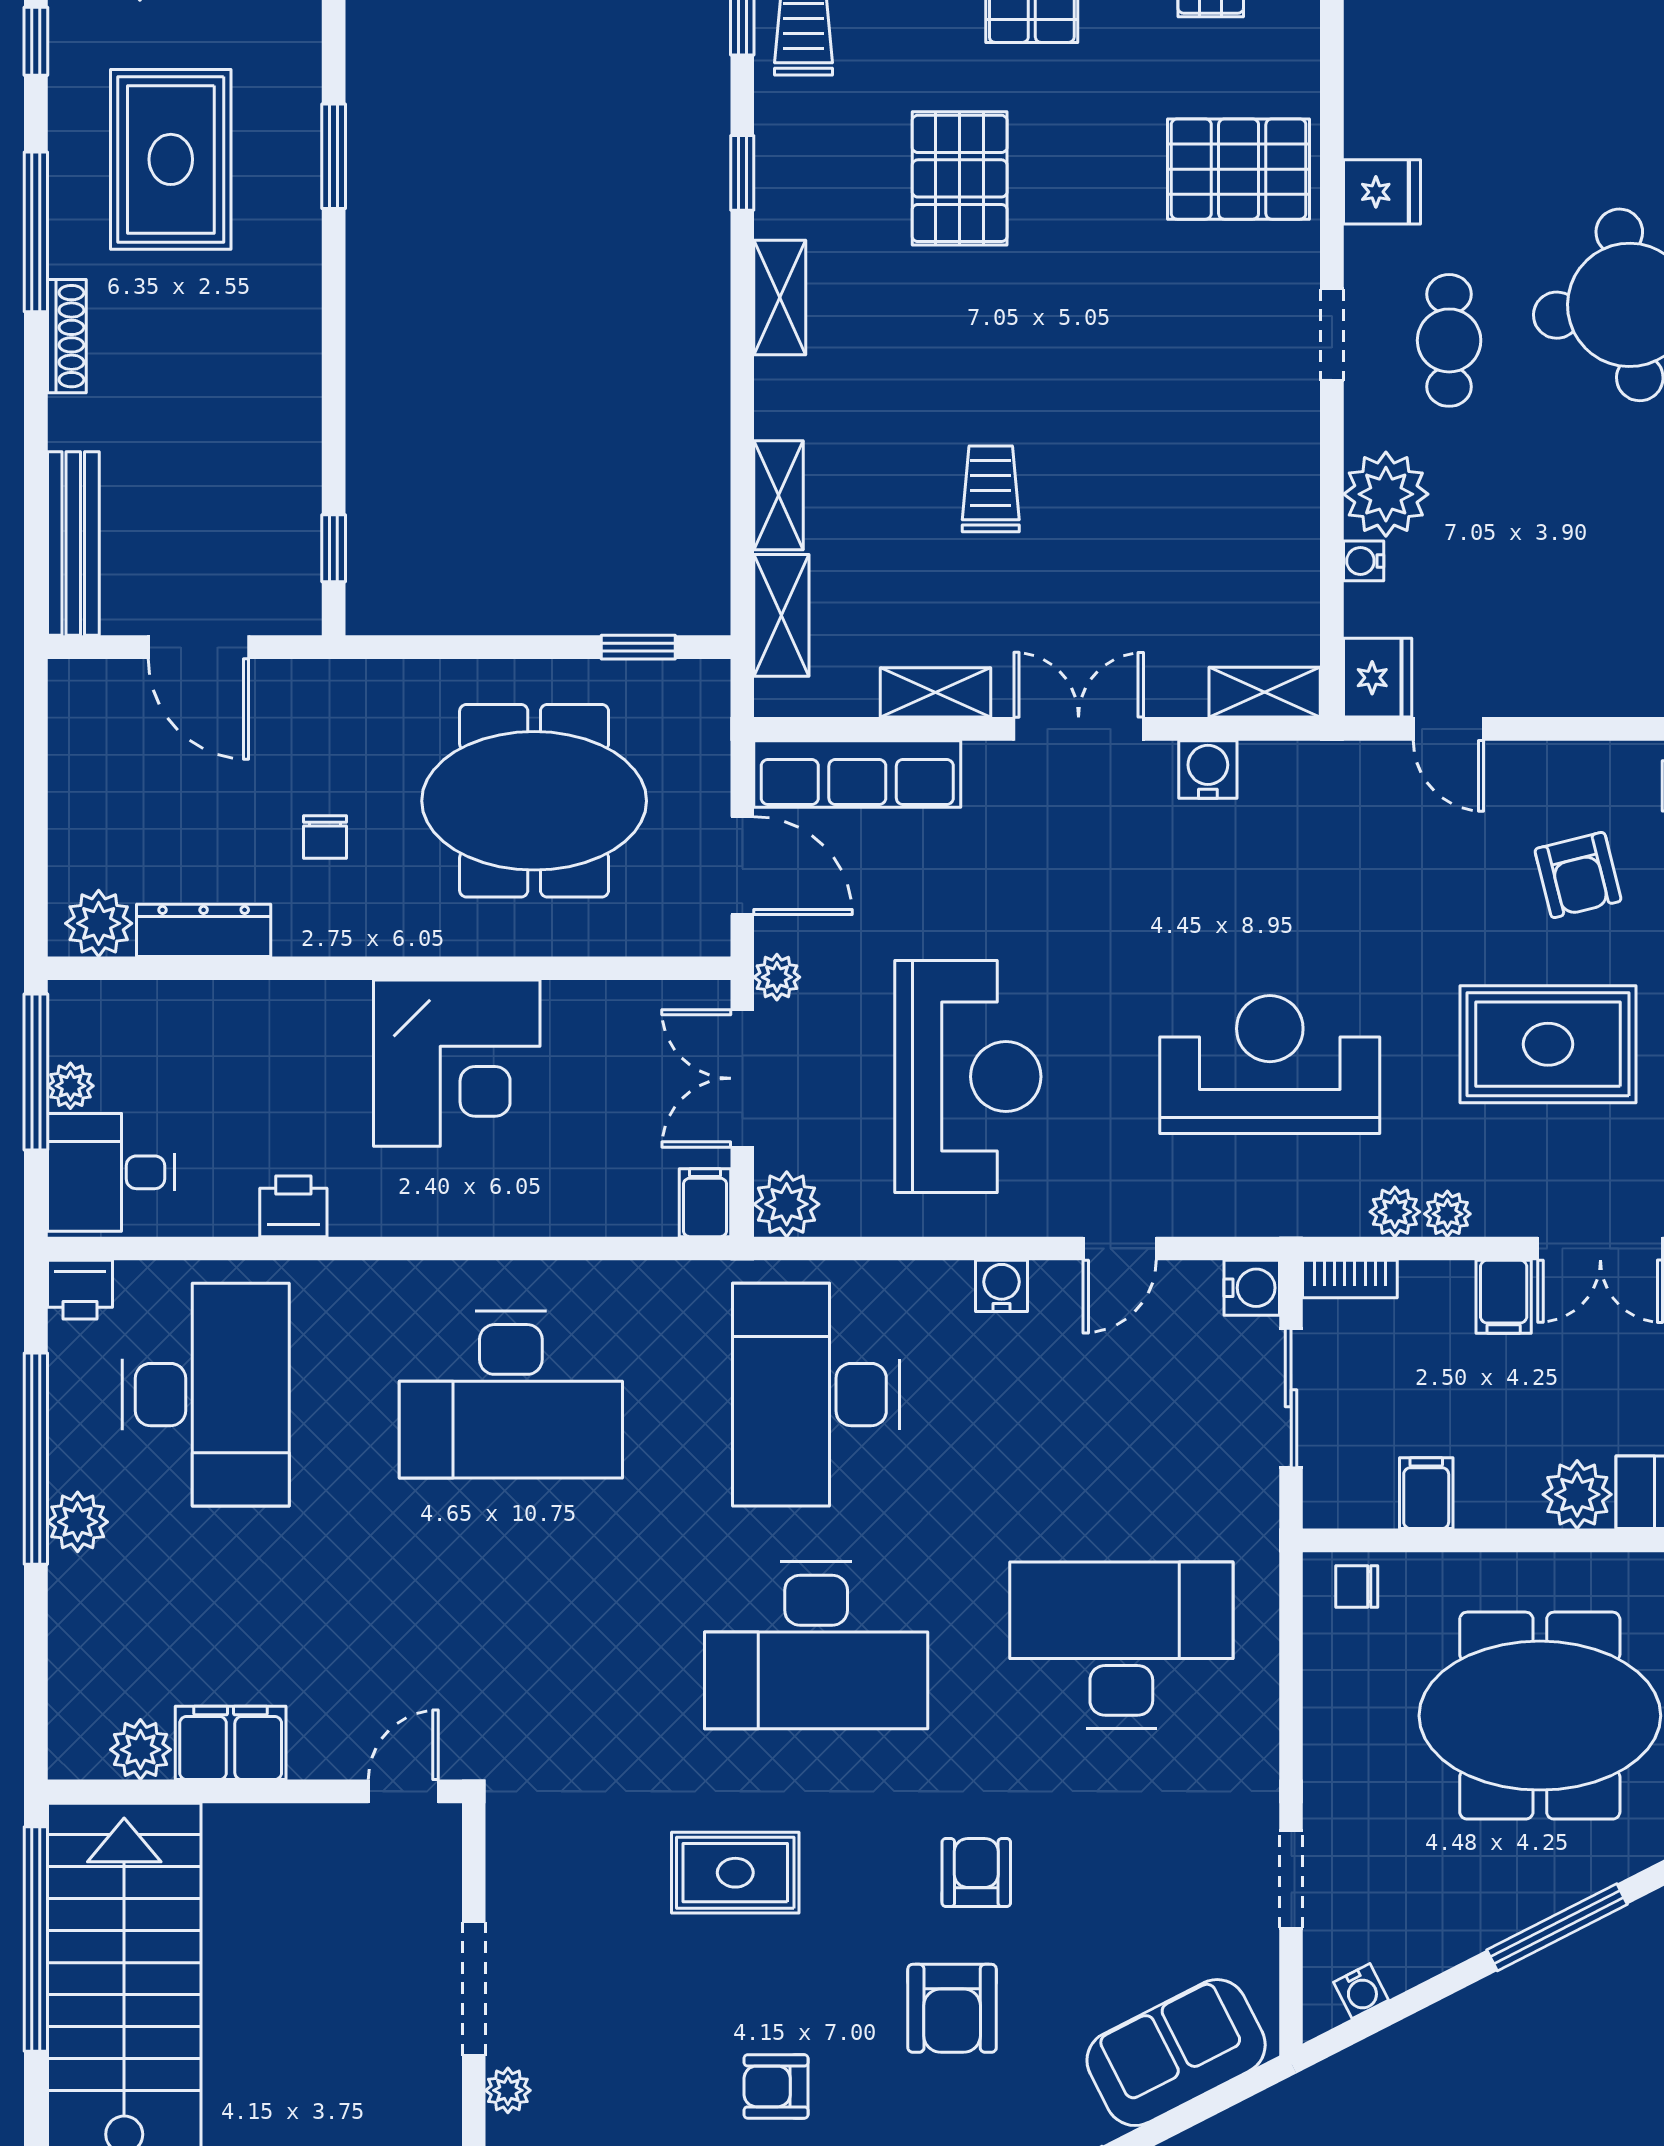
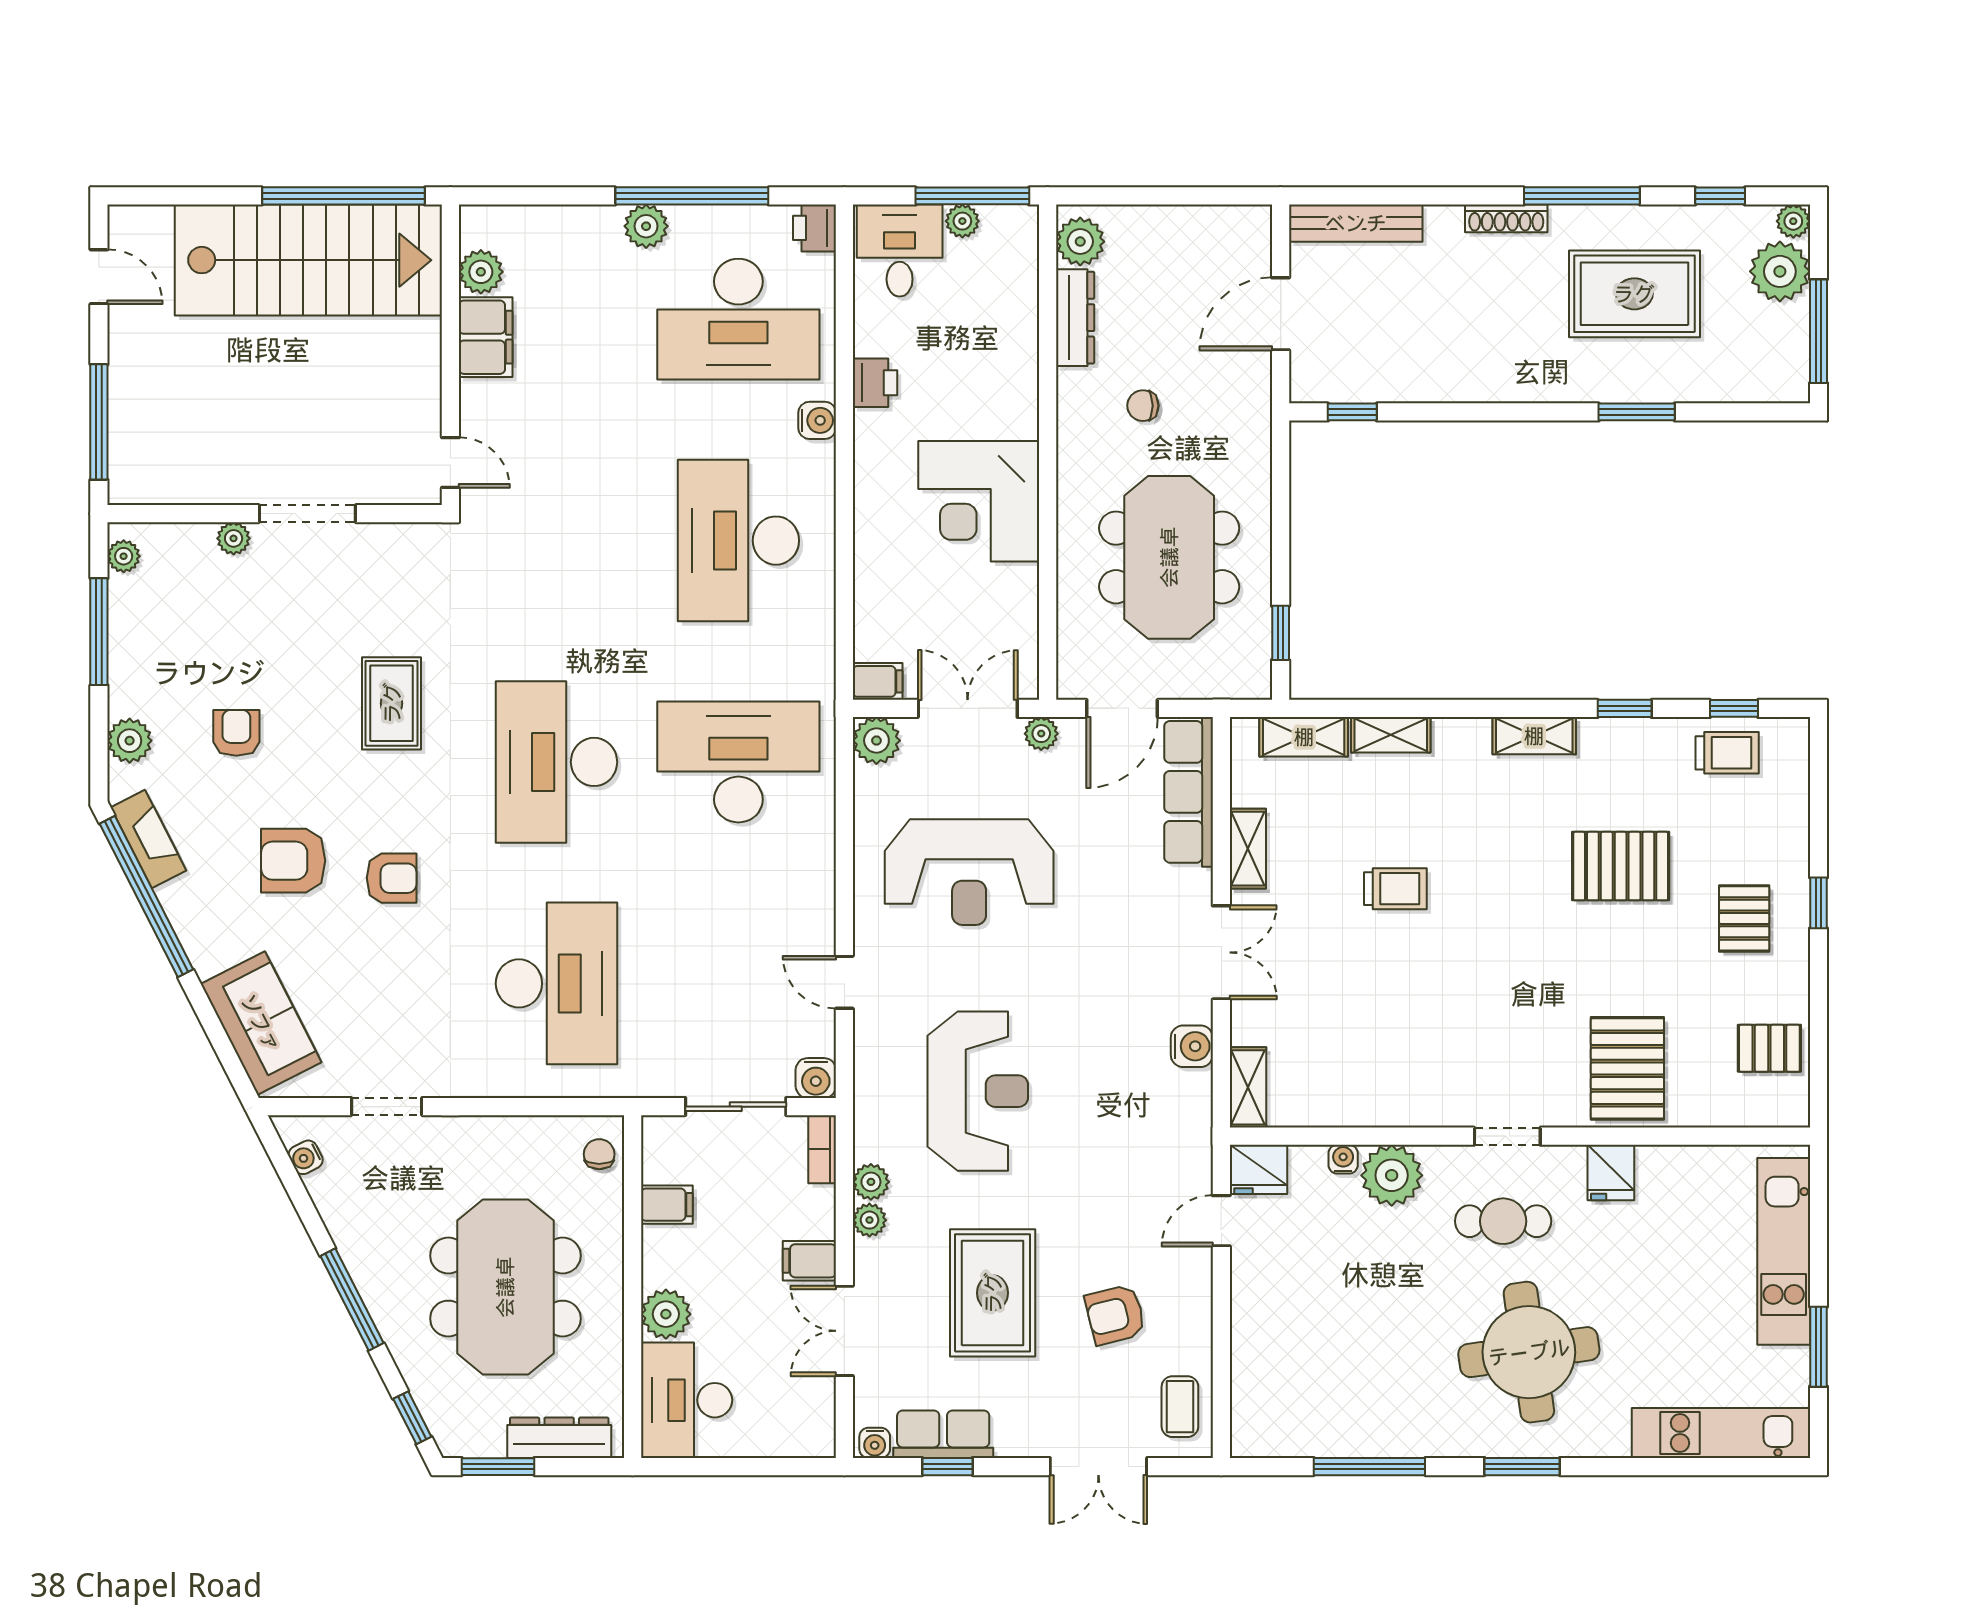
water cooler: (1002, 1286) -> (817, 420), moved

